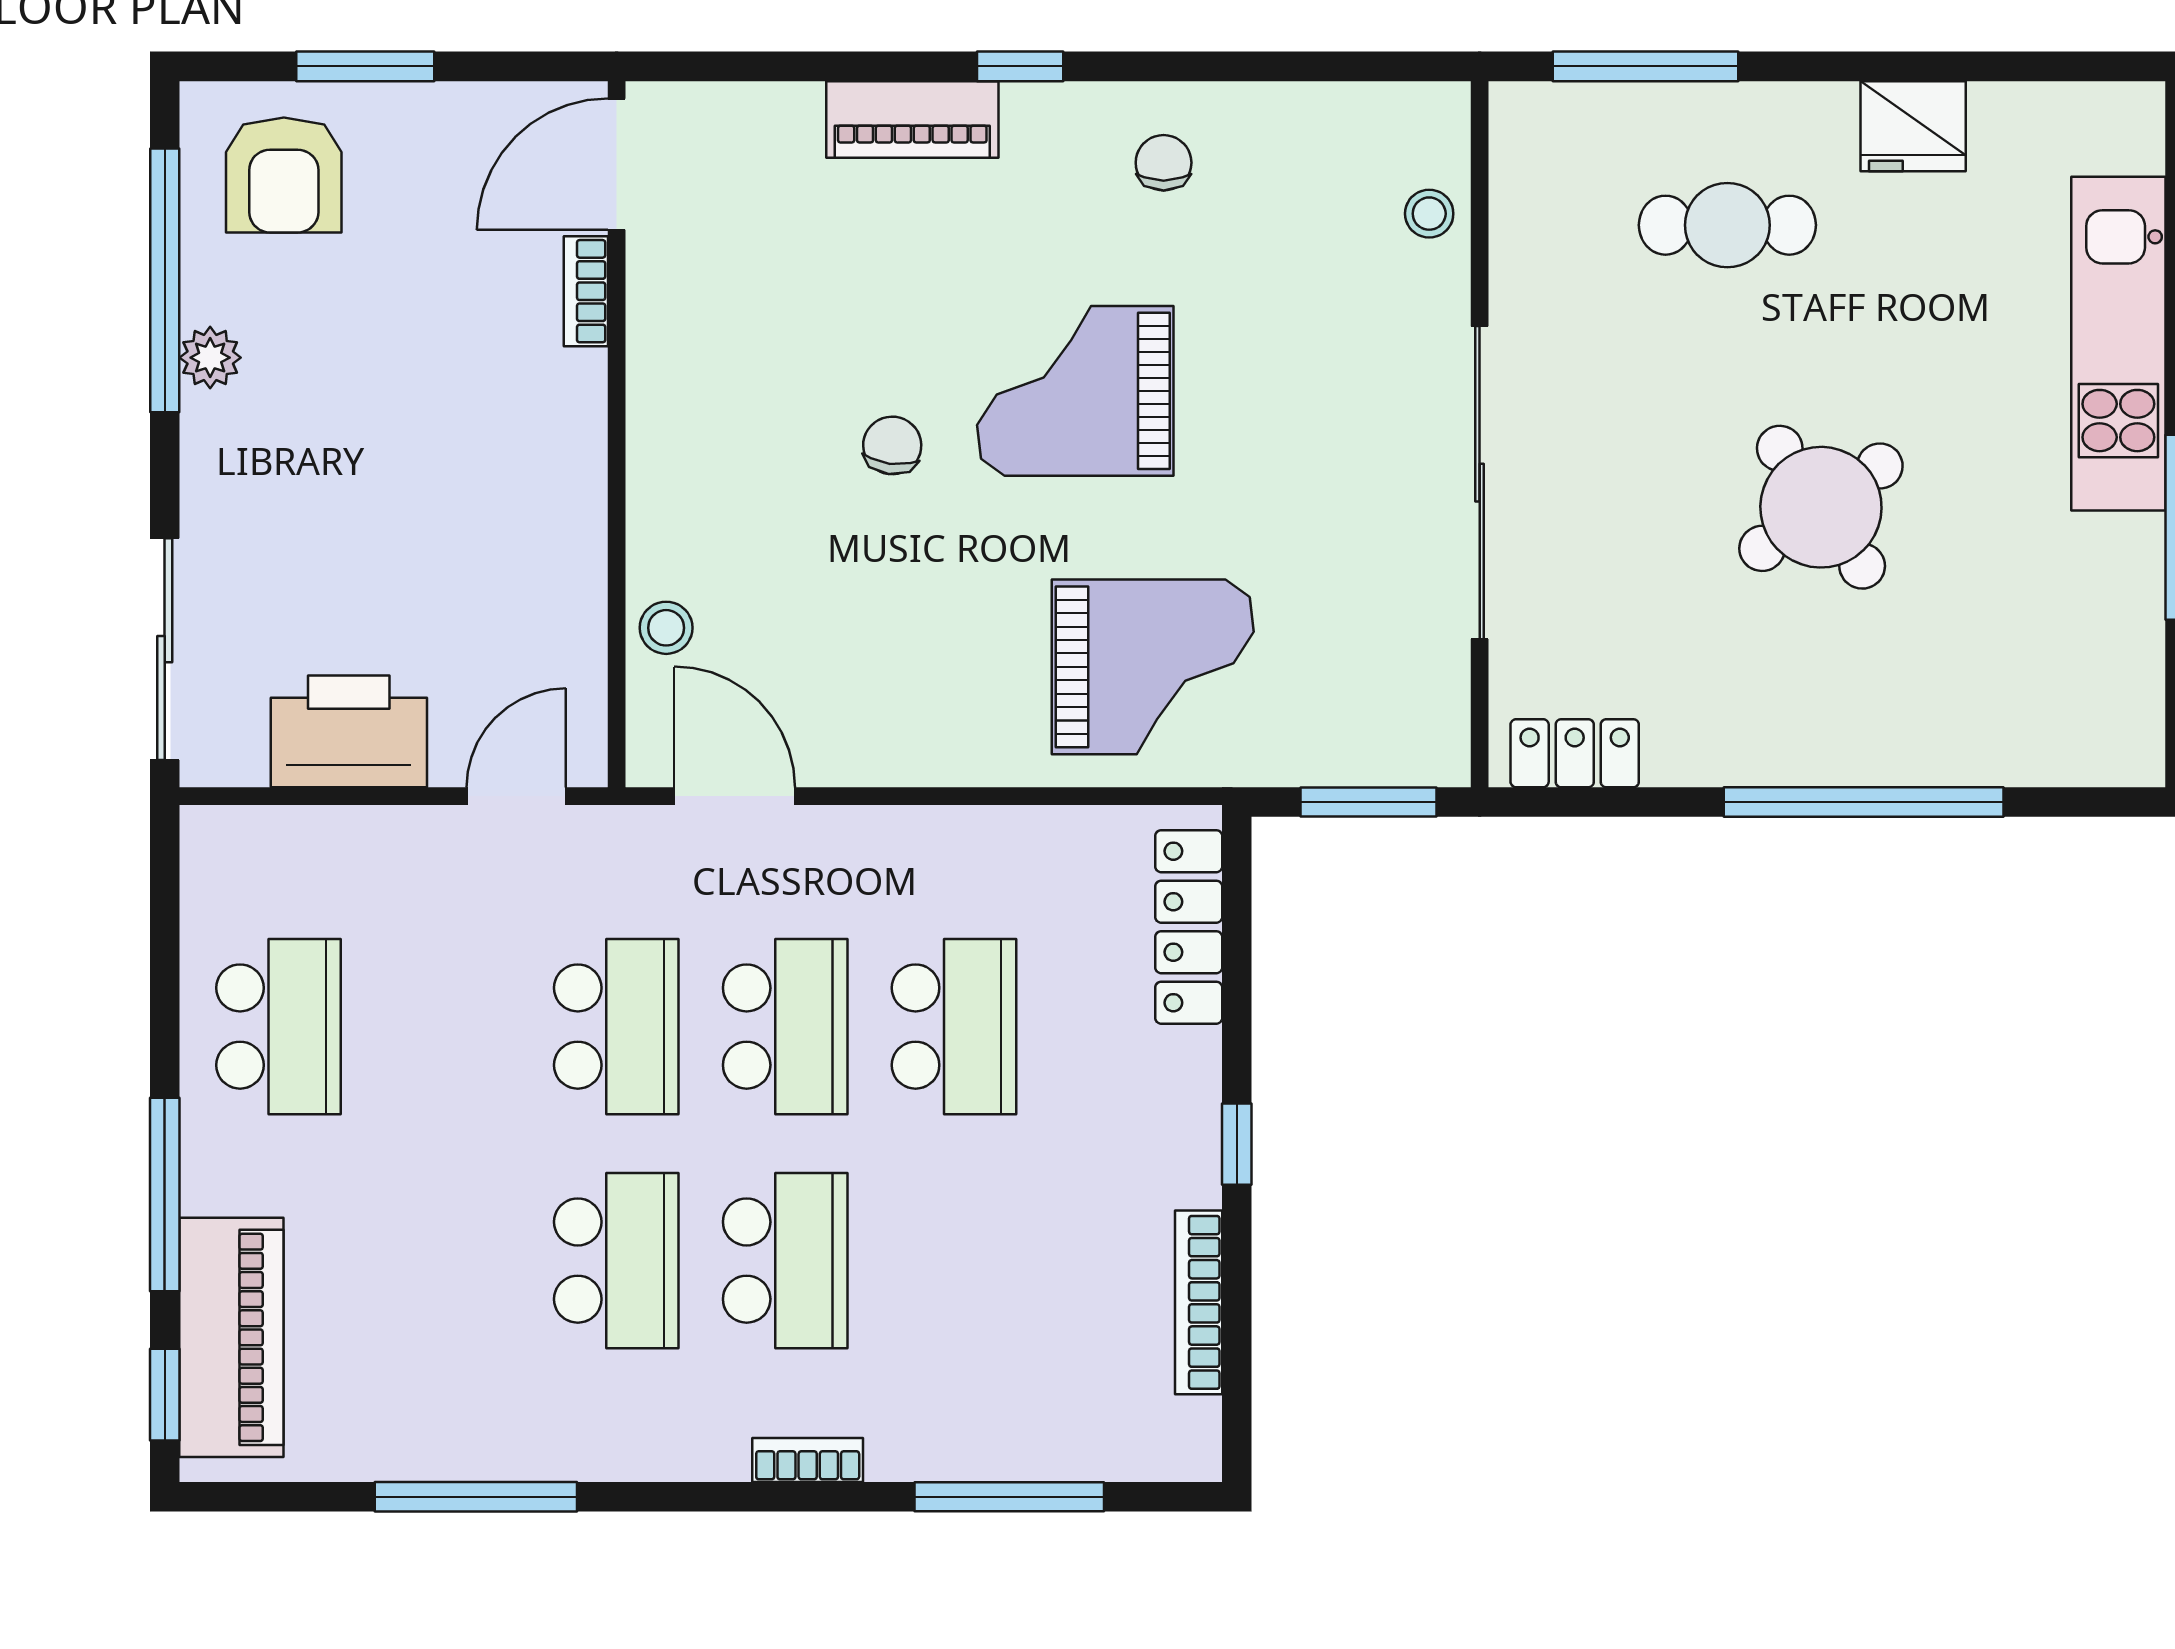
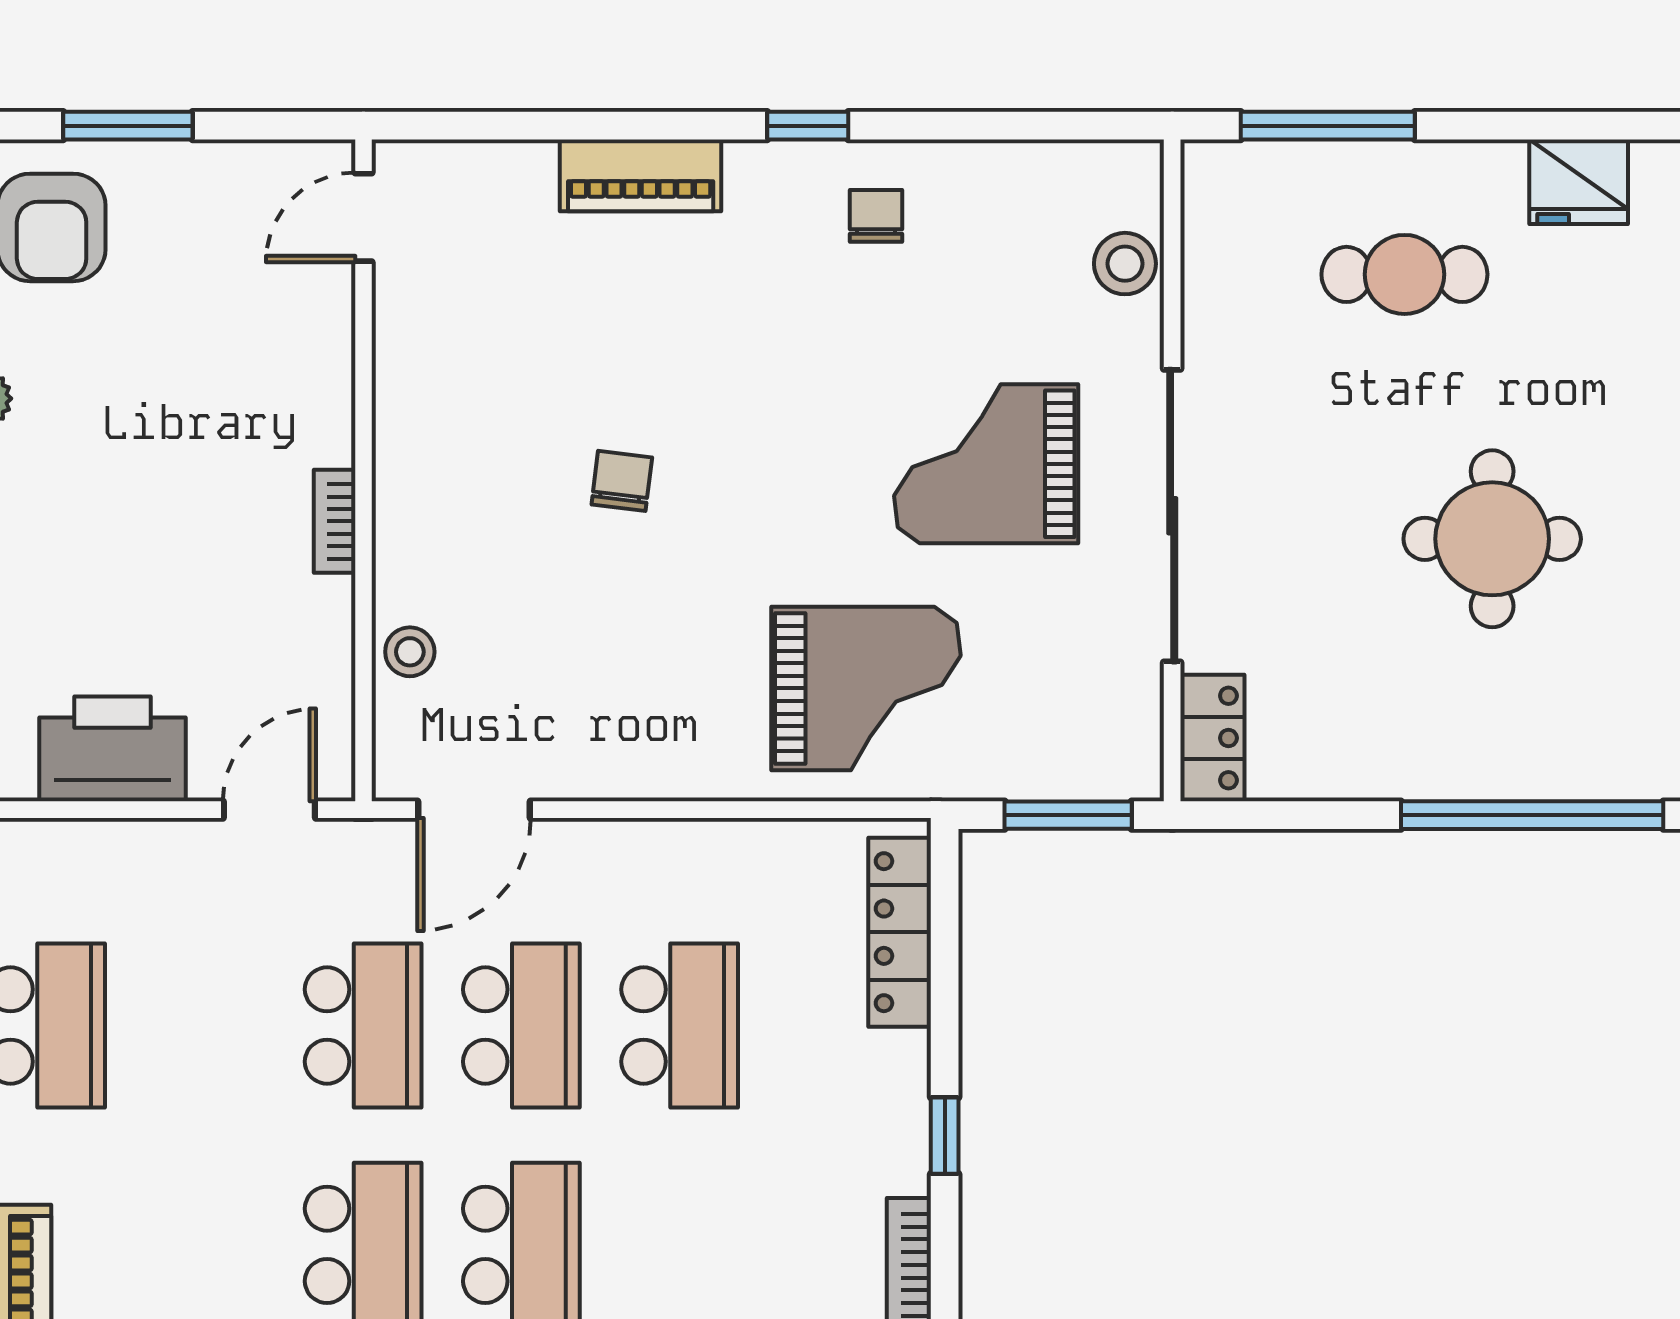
window: (1020, 66) -> (808, 126), moved
door: (617, 164) -> (363, 217), width x0.73
stool: (1429, 214) -> (1125, 264), width x1.37, depth x1.37
bookcase: (586, 291) -> (335, 521), moved
grand piano: (1075, 391) -> (986, 464), moved
round table: (1821, 507) -> (1492, 539), turned 35
locker: (1575, 753) -> (1212, 738), moved, turned 90
door: (735, 796) -> (474, 810), swing flipped

